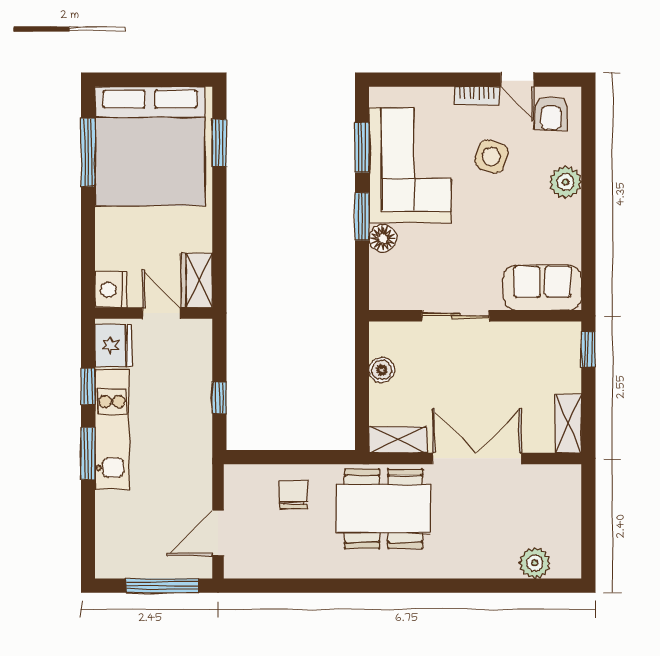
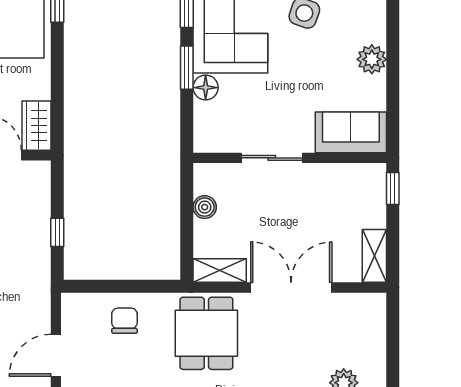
plant: (565, 182) -> (372, 59), moved
dining table: (384, 509) -> (206, 333), width x0.73

